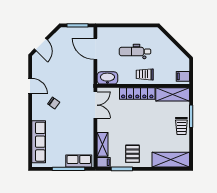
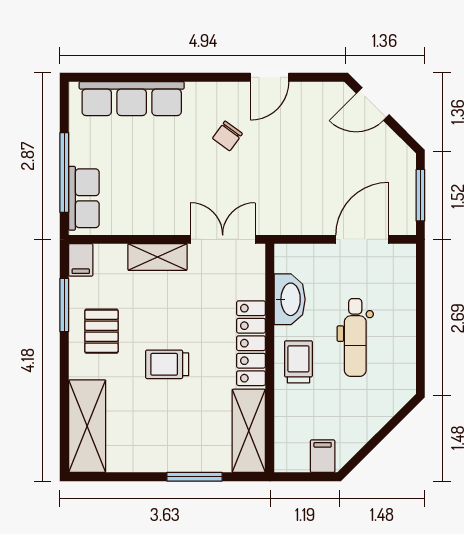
dental chair: (135, 52) -> (355, 337), turned 180
filing cabinet: (183, 76) -> (323, 456), moved
washbasin: (107, 78) -> (290, 299), moved
double door: (95, 105) -> (223, 239), swing flipped
trolley: (181, 126) -> (167, 364), moved
shelving: (103, 144) -> (157, 257), moved
pallet: (132, 154) -> (101, 331), turned 90

